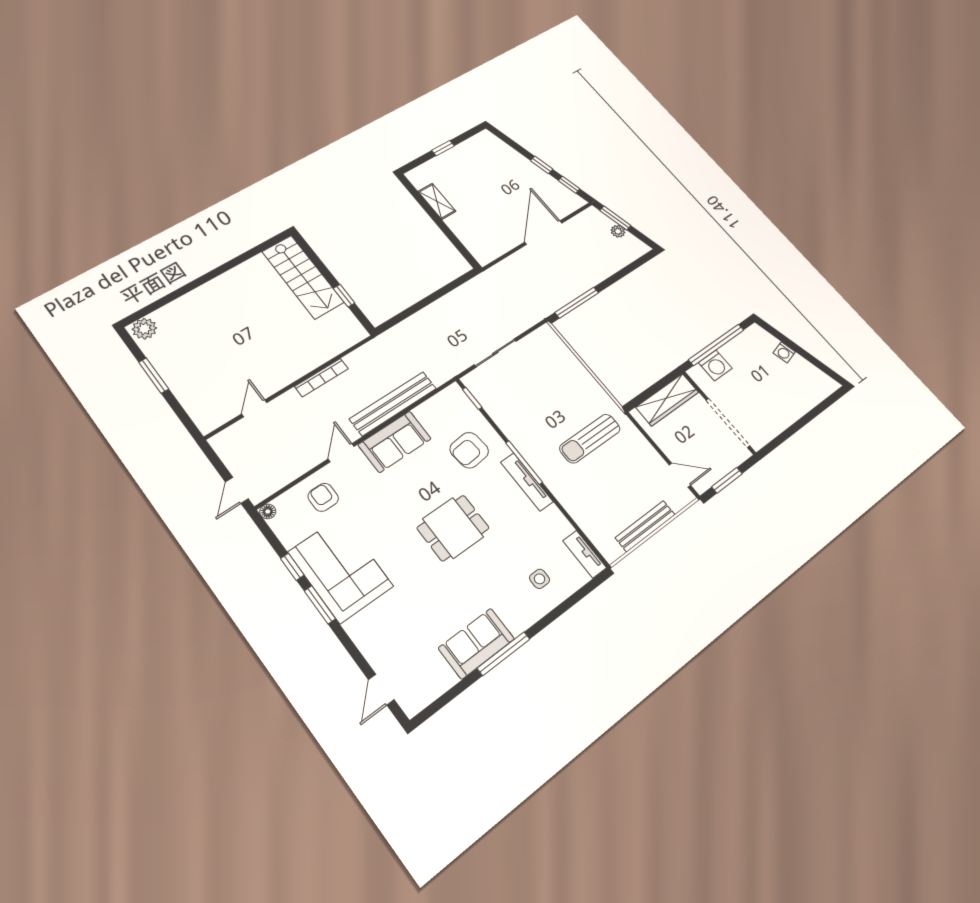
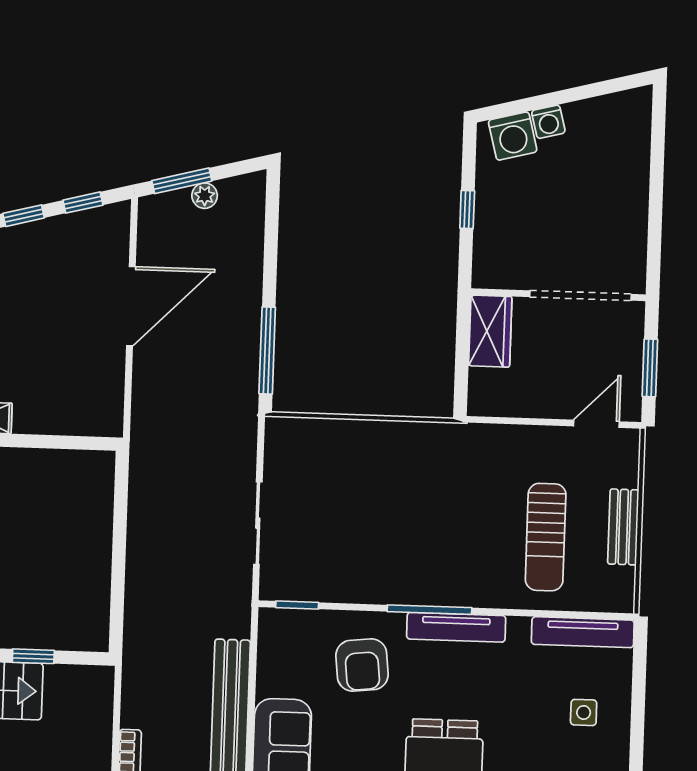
door: (543, 233) -> (131, 306), swing flipped
window: (716, 345) -> (467, 209), width x0.32
washing machine: (715, 365) -> (513, 136), moved, turned 76
wardrobe: (667, 400) -> (490, 331), width x0.67
sun lounger: (590, 439) -> (546, 537), moved
bench: (645, 526) -> (623, 527), width x0.73
tv unit: (585, 554) -> (583, 632), width x1.41

